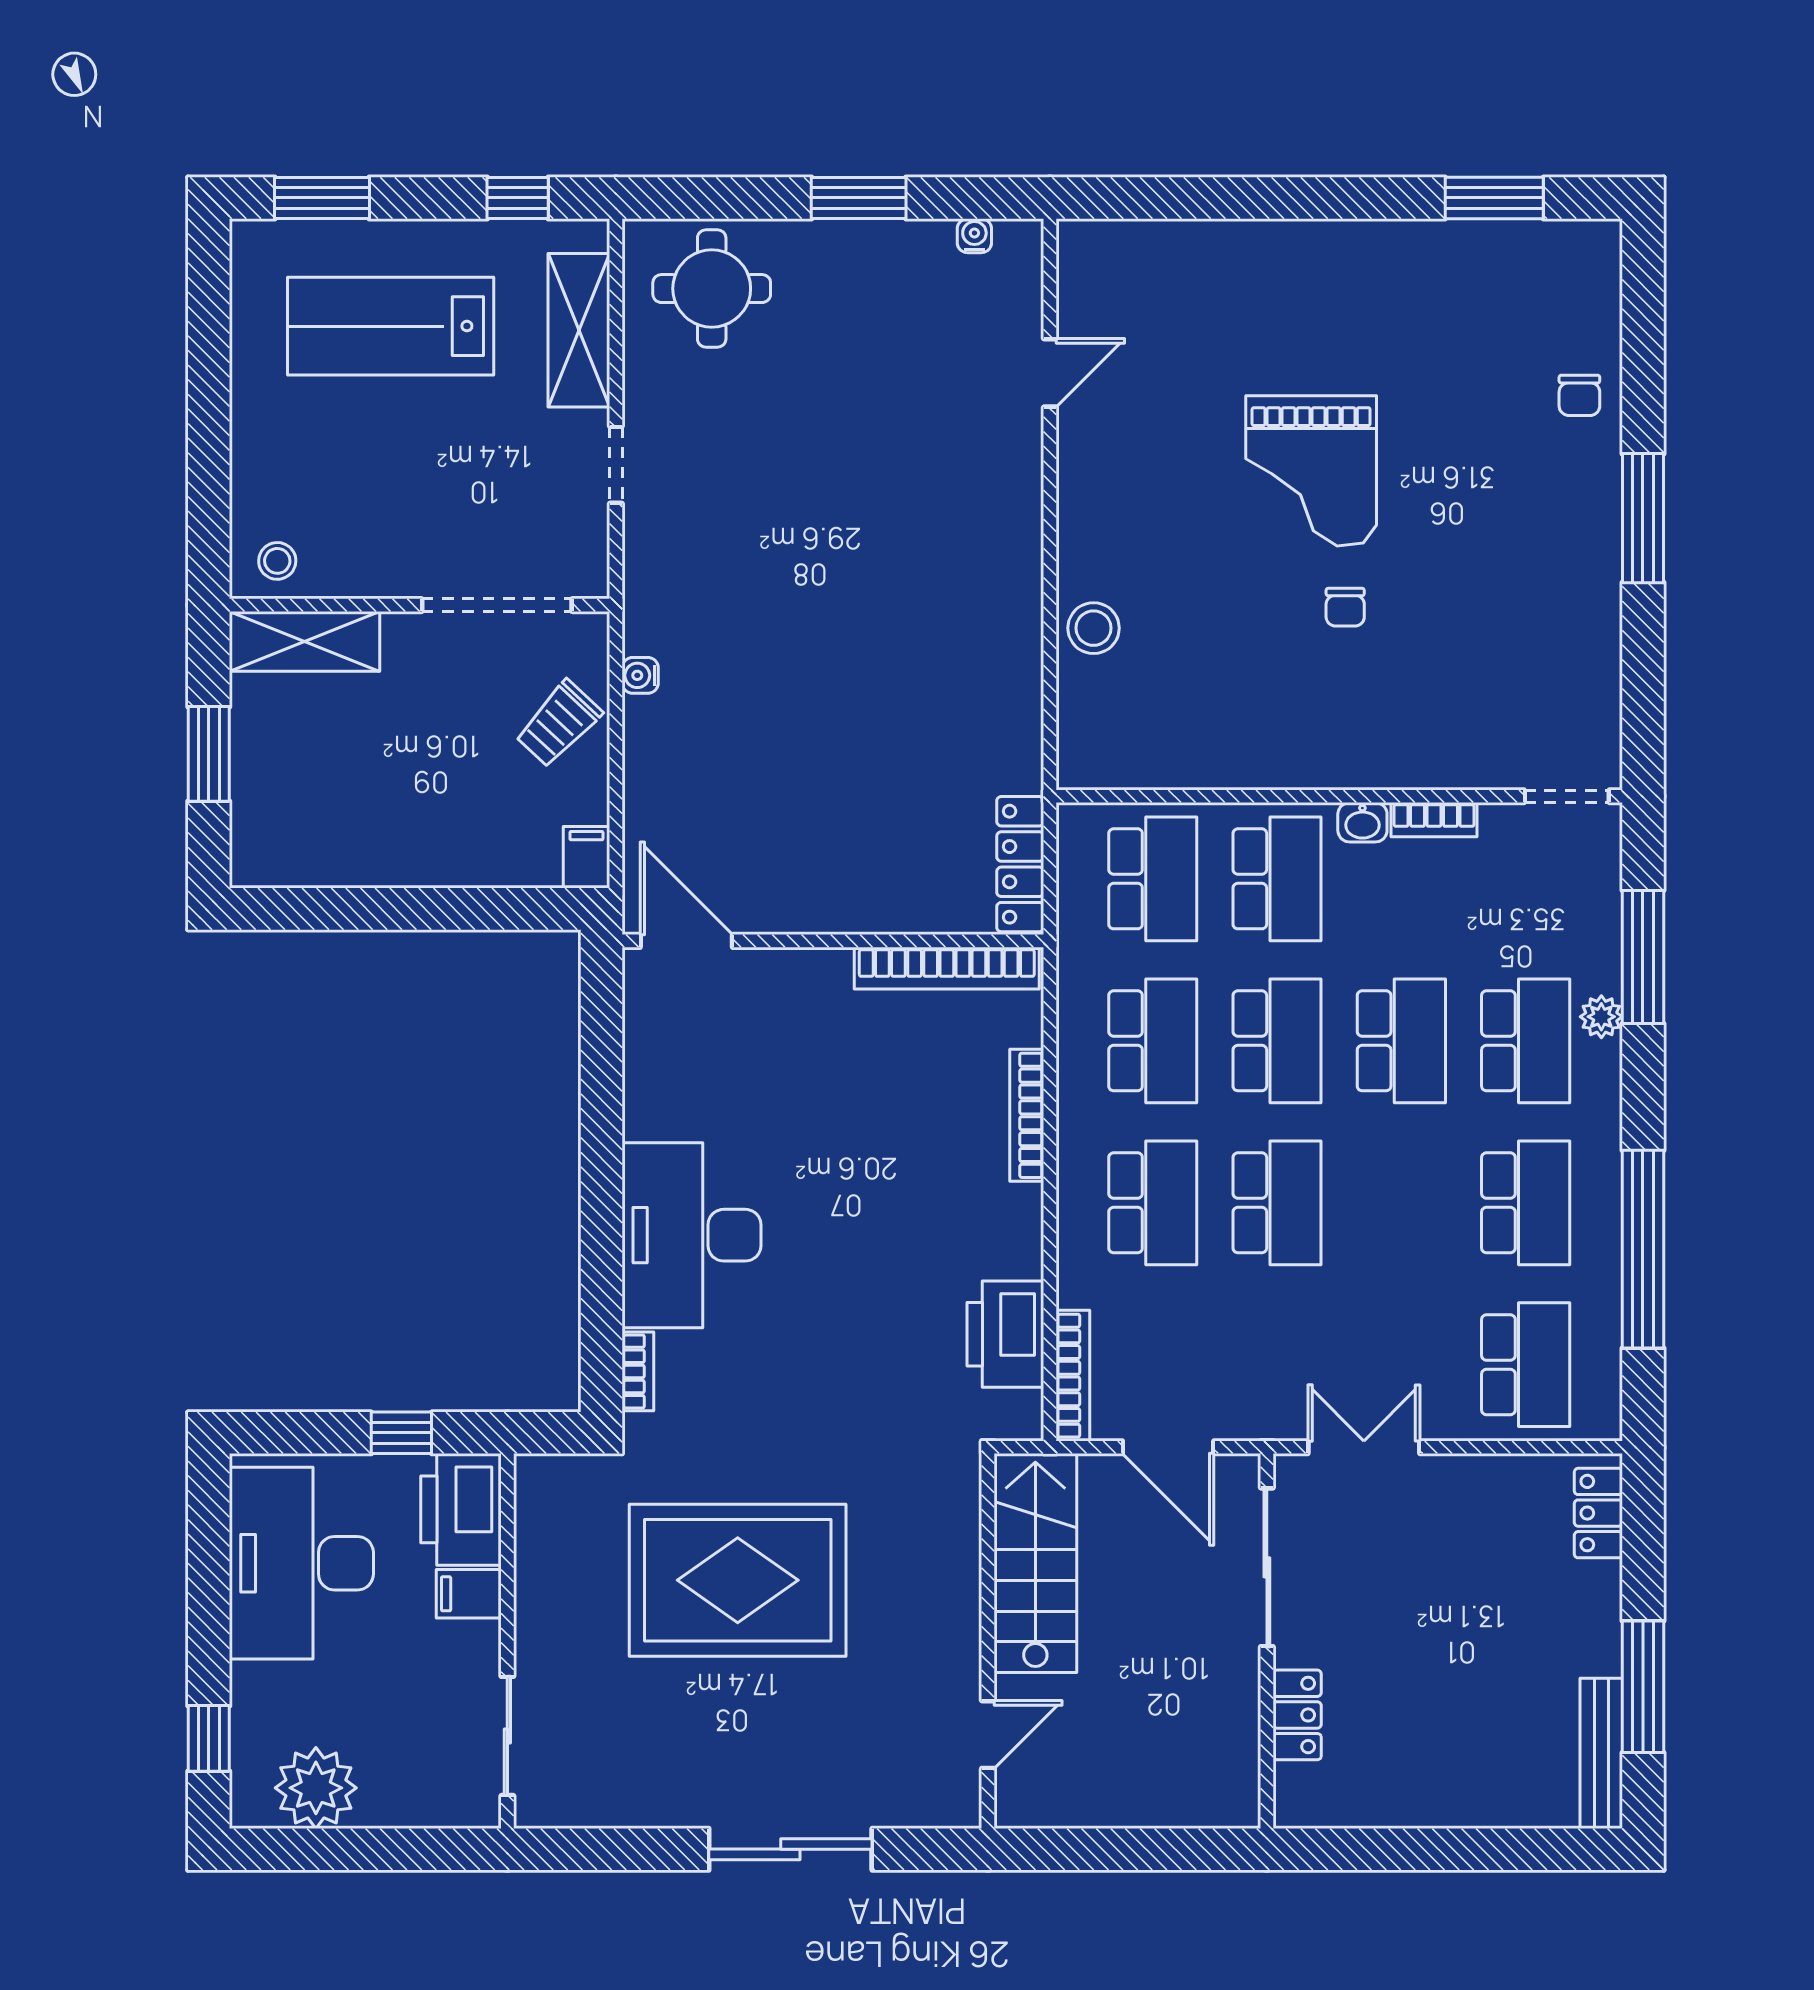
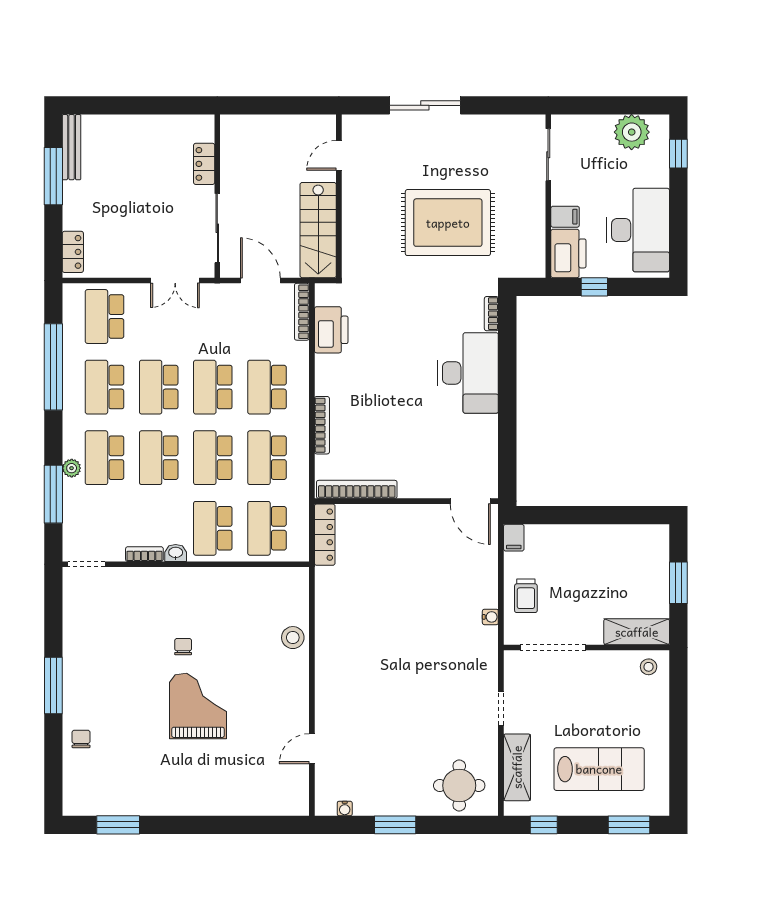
trolley: (559, 724) -> (526, 596), turned 137
school desk: (1401, 1203) -> (159, 387), added

